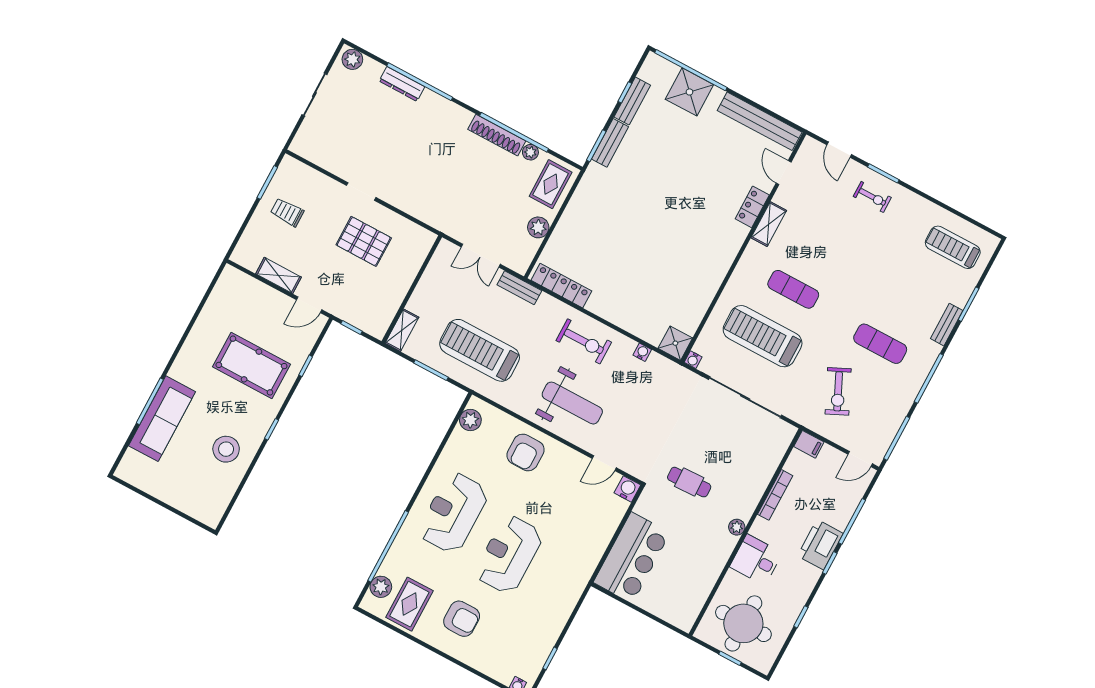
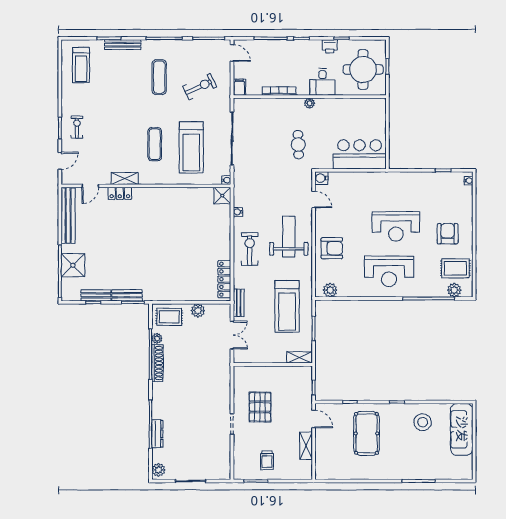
bench: (947, 325) -> (123, 45), width x1.36
sofa: (162, 419) -> (462, 429), moved, turned -90
printer: (820, 545) -> (330, 46), moved, width x0.53, depth x0.68

